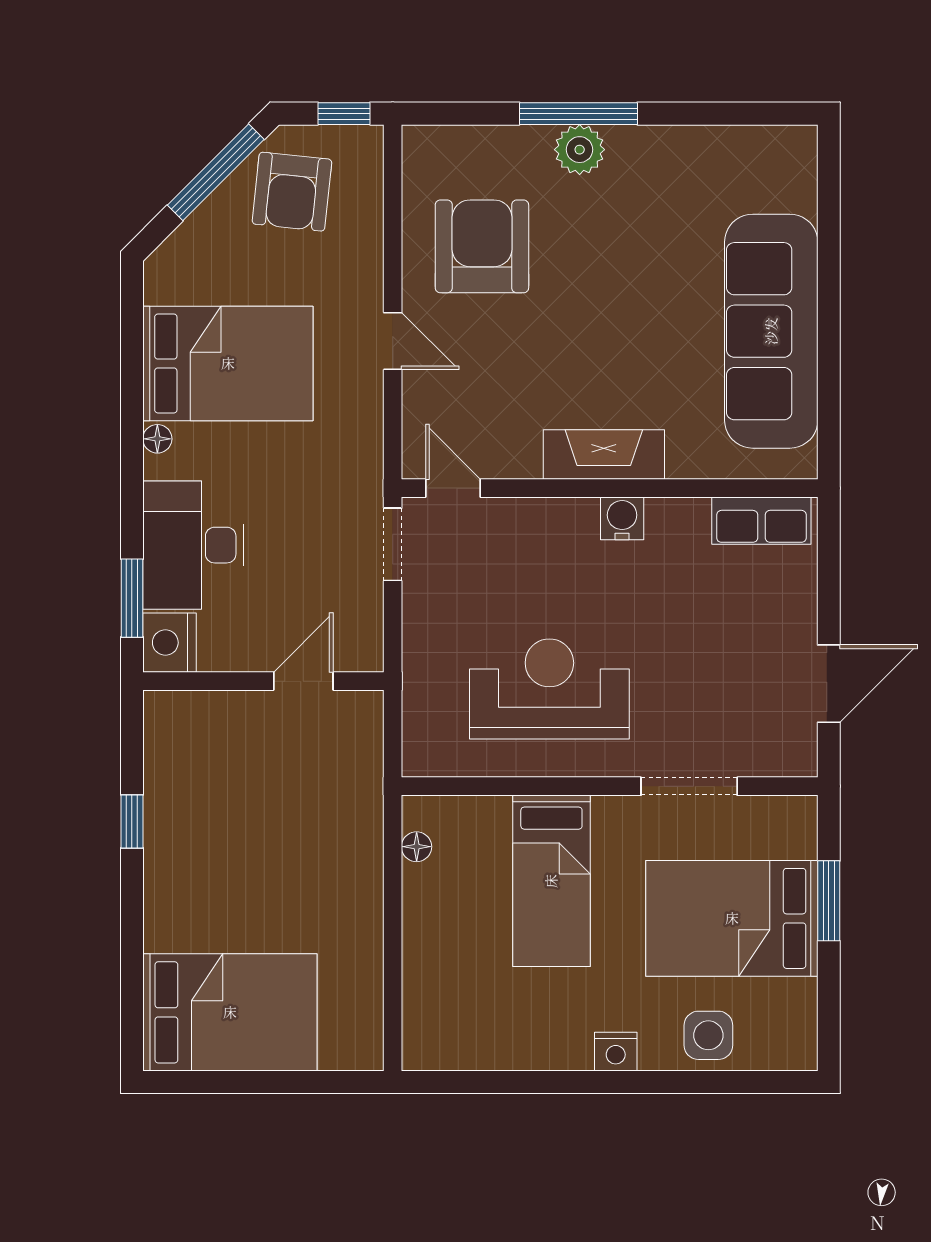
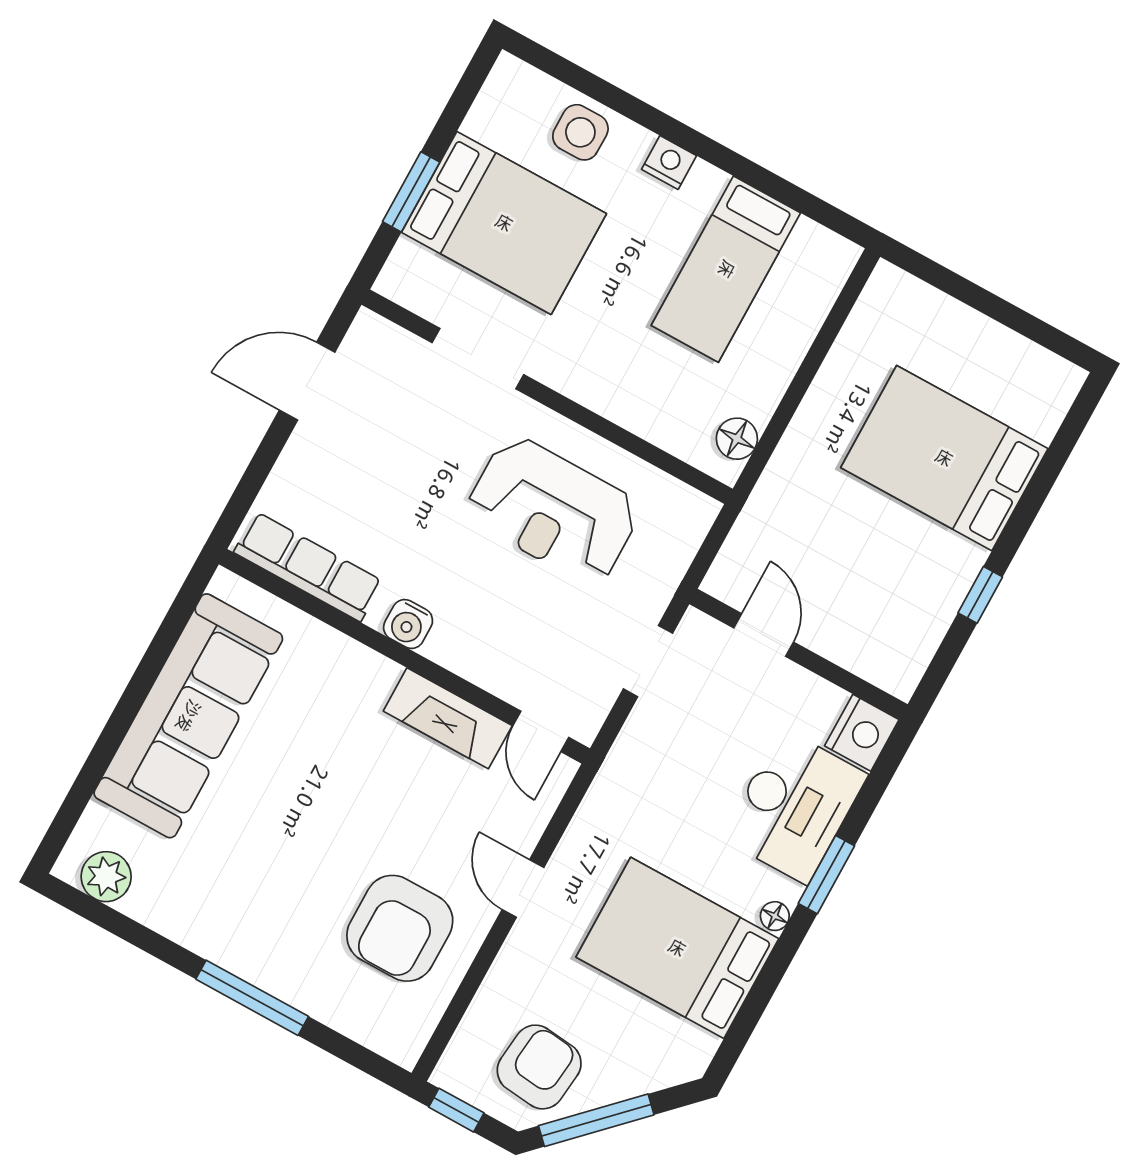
plant: (580, 150) -> (106, 877), moved
fireplace: (604, 455) -> (448, 718), moved
row of seats: (761, 521) -> (308, 567), width x1.48
doorway: (393, 544) -> (648, 661), moved
window: (132, 598) -> (826, 875), moved
door: (303, 681) -> (764, 635), swing flipped
floor lamp: (417, 847) -> (737, 439), width x1.37, depth x1.37
bed: (551, 881) -> (726, 269), moved, turned 180
bed: (230, 1012) -> (944, 458), moved

